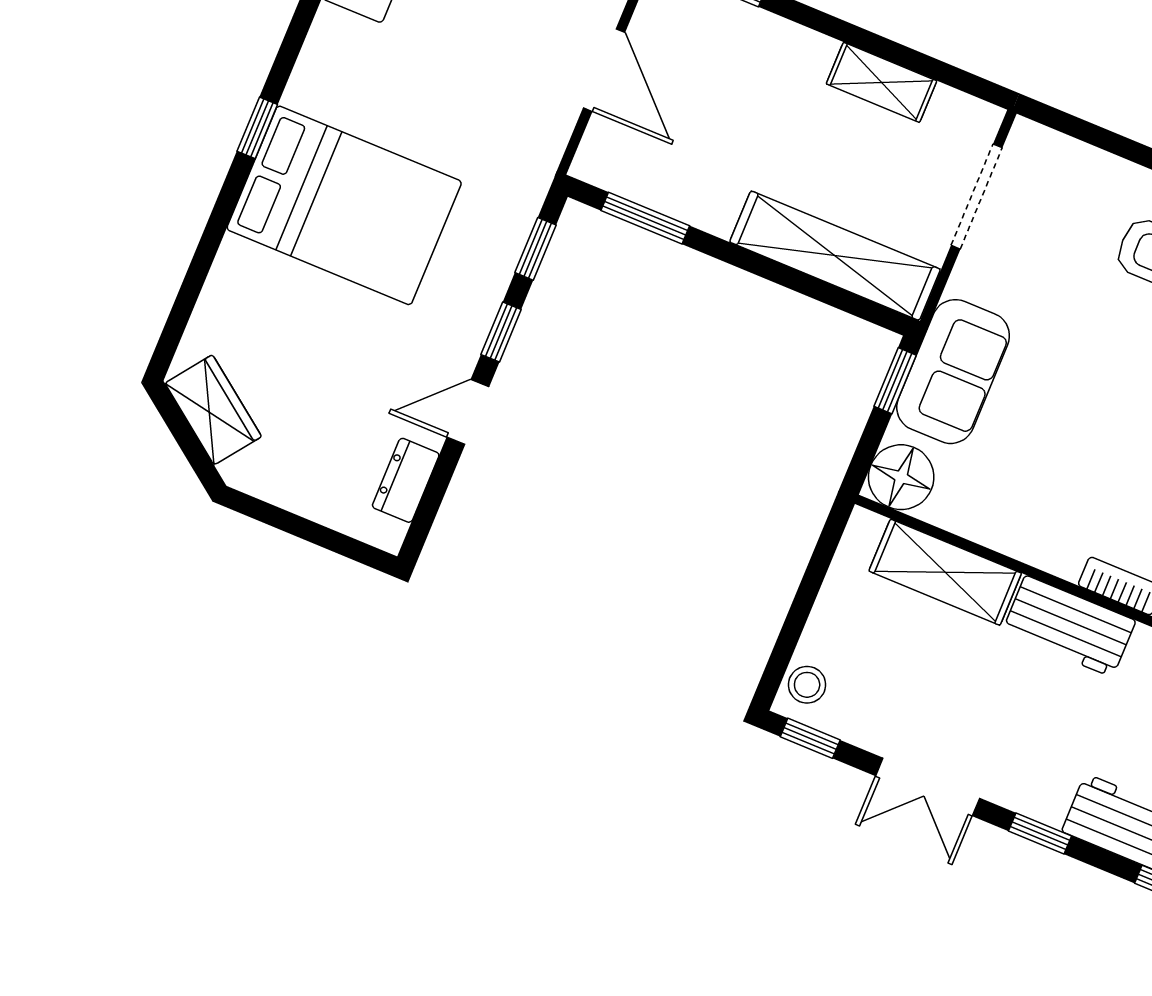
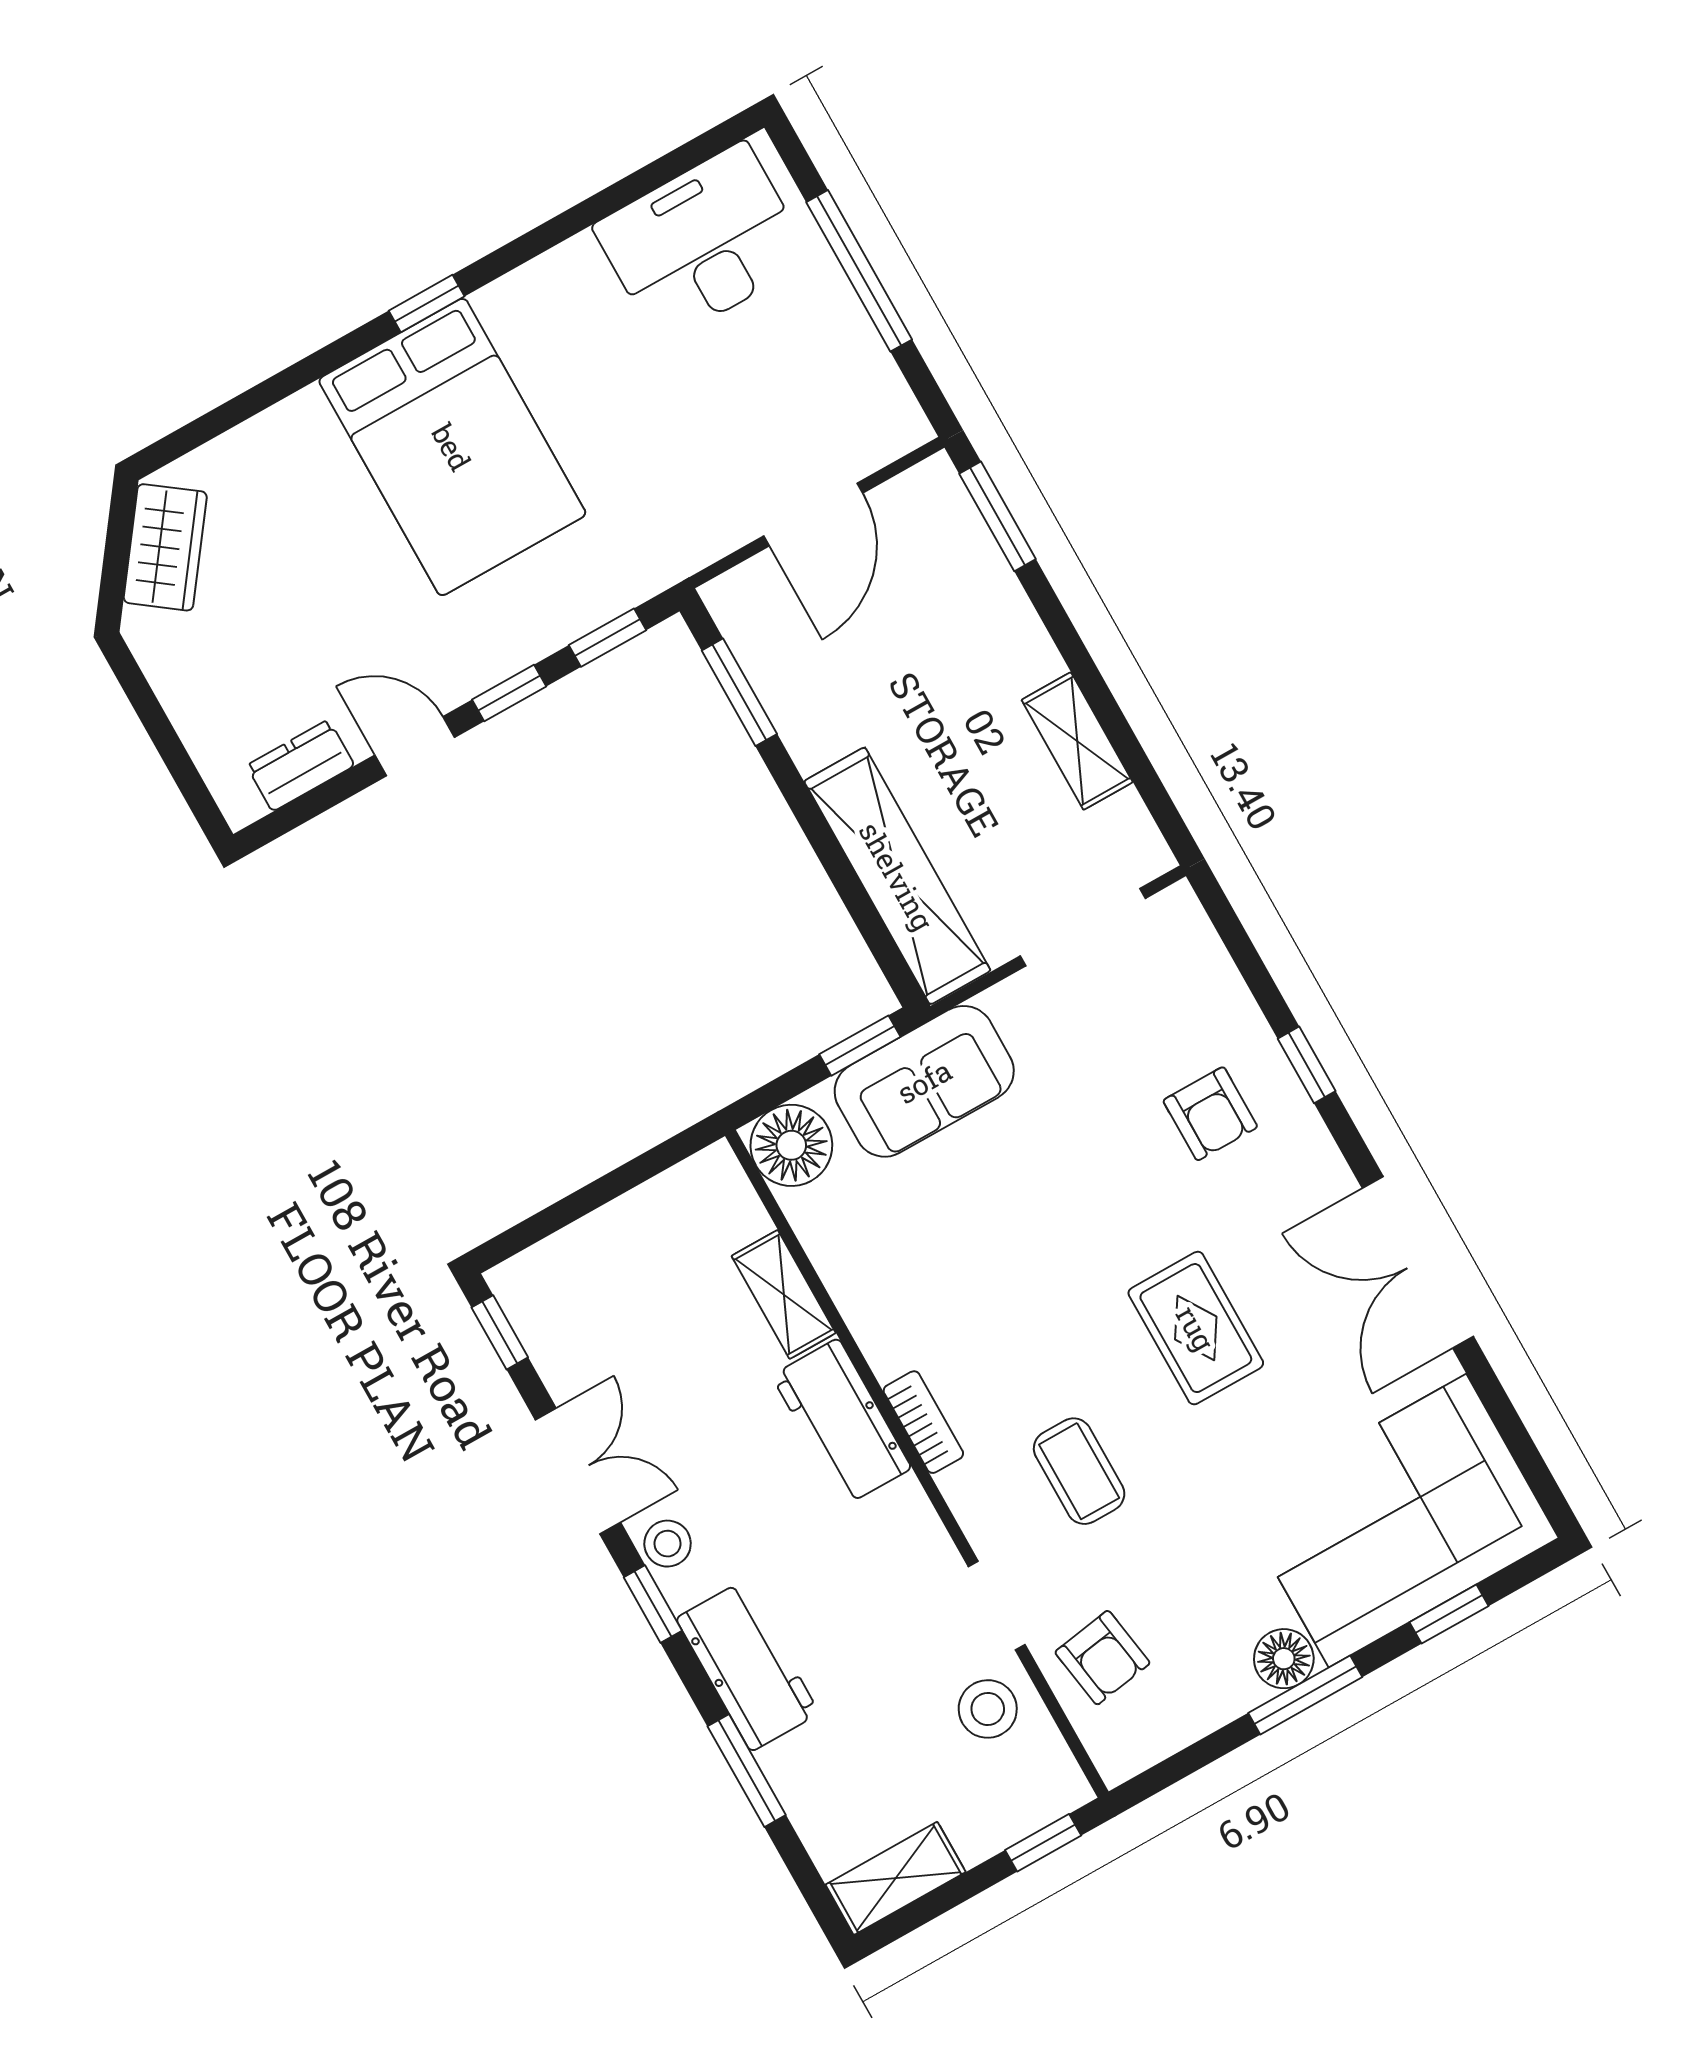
shelving: (945, 572) -> (784, 1294), width x0.67, depth x0.75
stool: (807, 685) -> (668, 1544), moved
double door: (928, 787) -> (578, 1471), swing flipped

